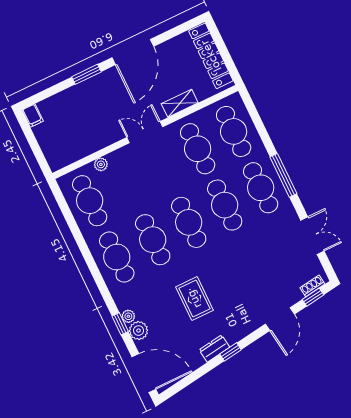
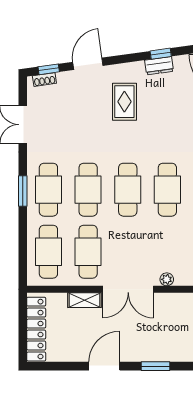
door: (133, 52) -> (104, 366), width x0.73
double door: (145, 132) -> (128, 289), width x1.37
plant: (101, 164) -> (167, 279), moved
window: (283, 175) -> (23, 191), width x0.69
rug: (194, 299) -> (124, 102), moved
window: (231, 352) -> (161, 54), moved

